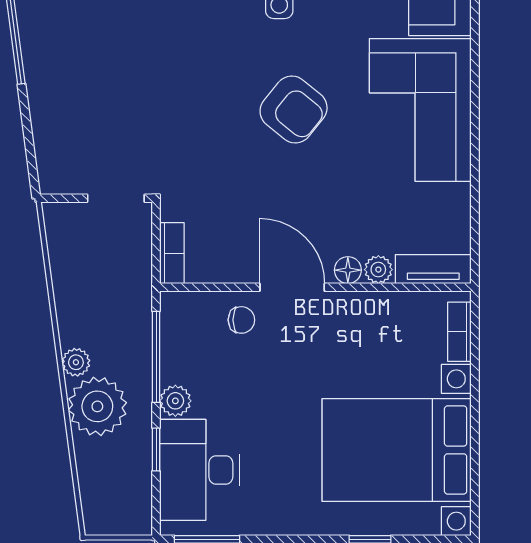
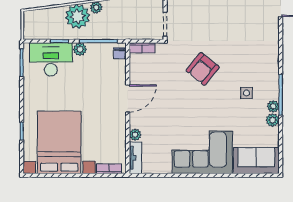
armchair: (294, 110) -> (203, 69), moved
floor lamp: (348, 270) -> (135, 122), removed
chair: (241, 320) -> (119, 53), moved

